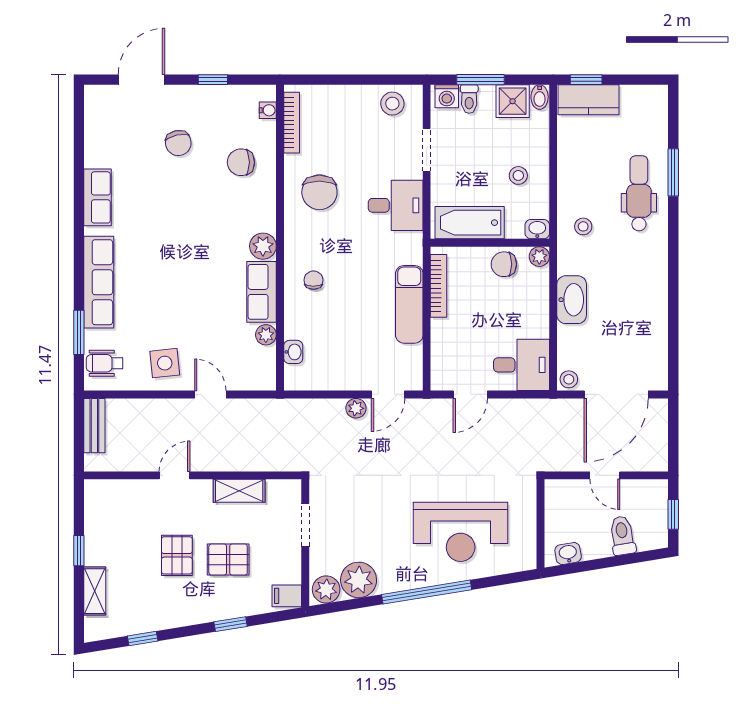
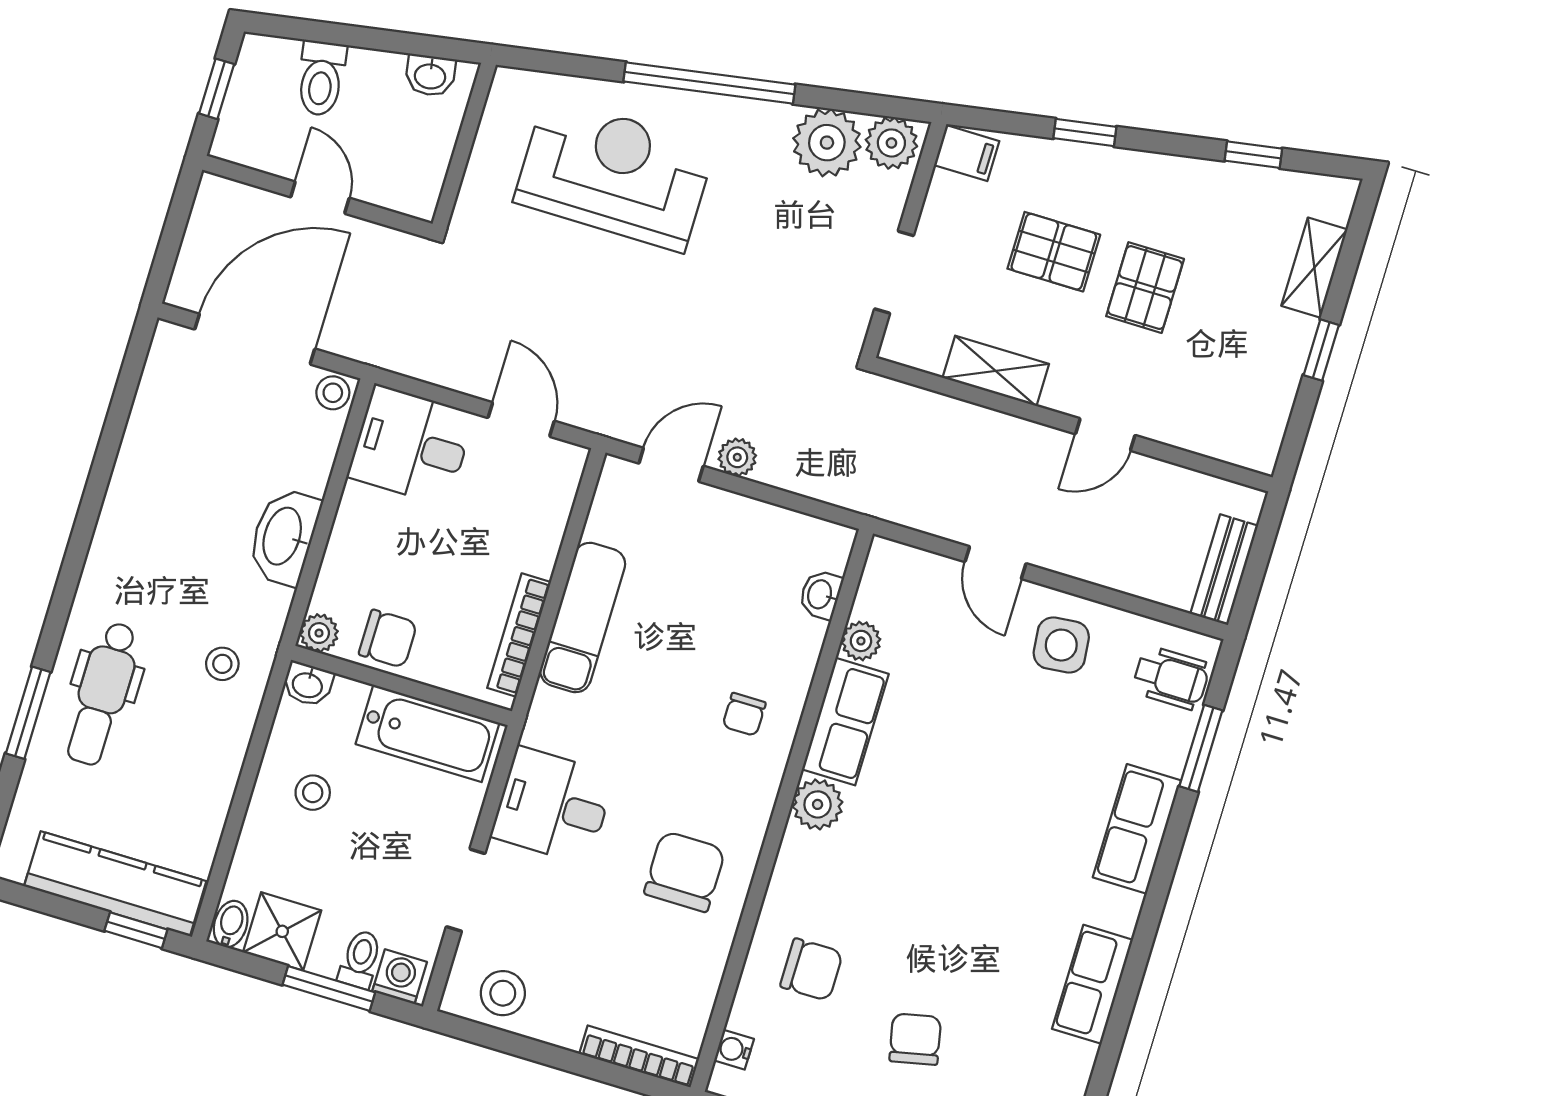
kitchen counter: (589, 100) -> (115, 884), width x1.50
bookcase: (292, 123) -> (639, 1056), moved, turned 90
row of seats: (99, 282) -> (1137, 829), width x0.68
door: (470, 394) -> (521, 419), hinge flipped

